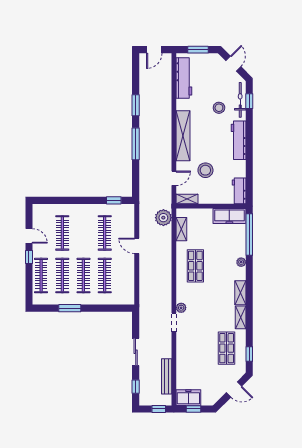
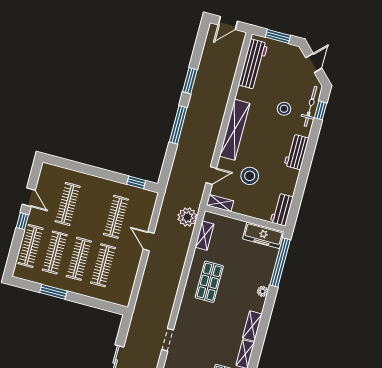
workbench: (239, 140) -> (296, 152), width x0.73
plant: (181, 308) -> (180, 325), removed

